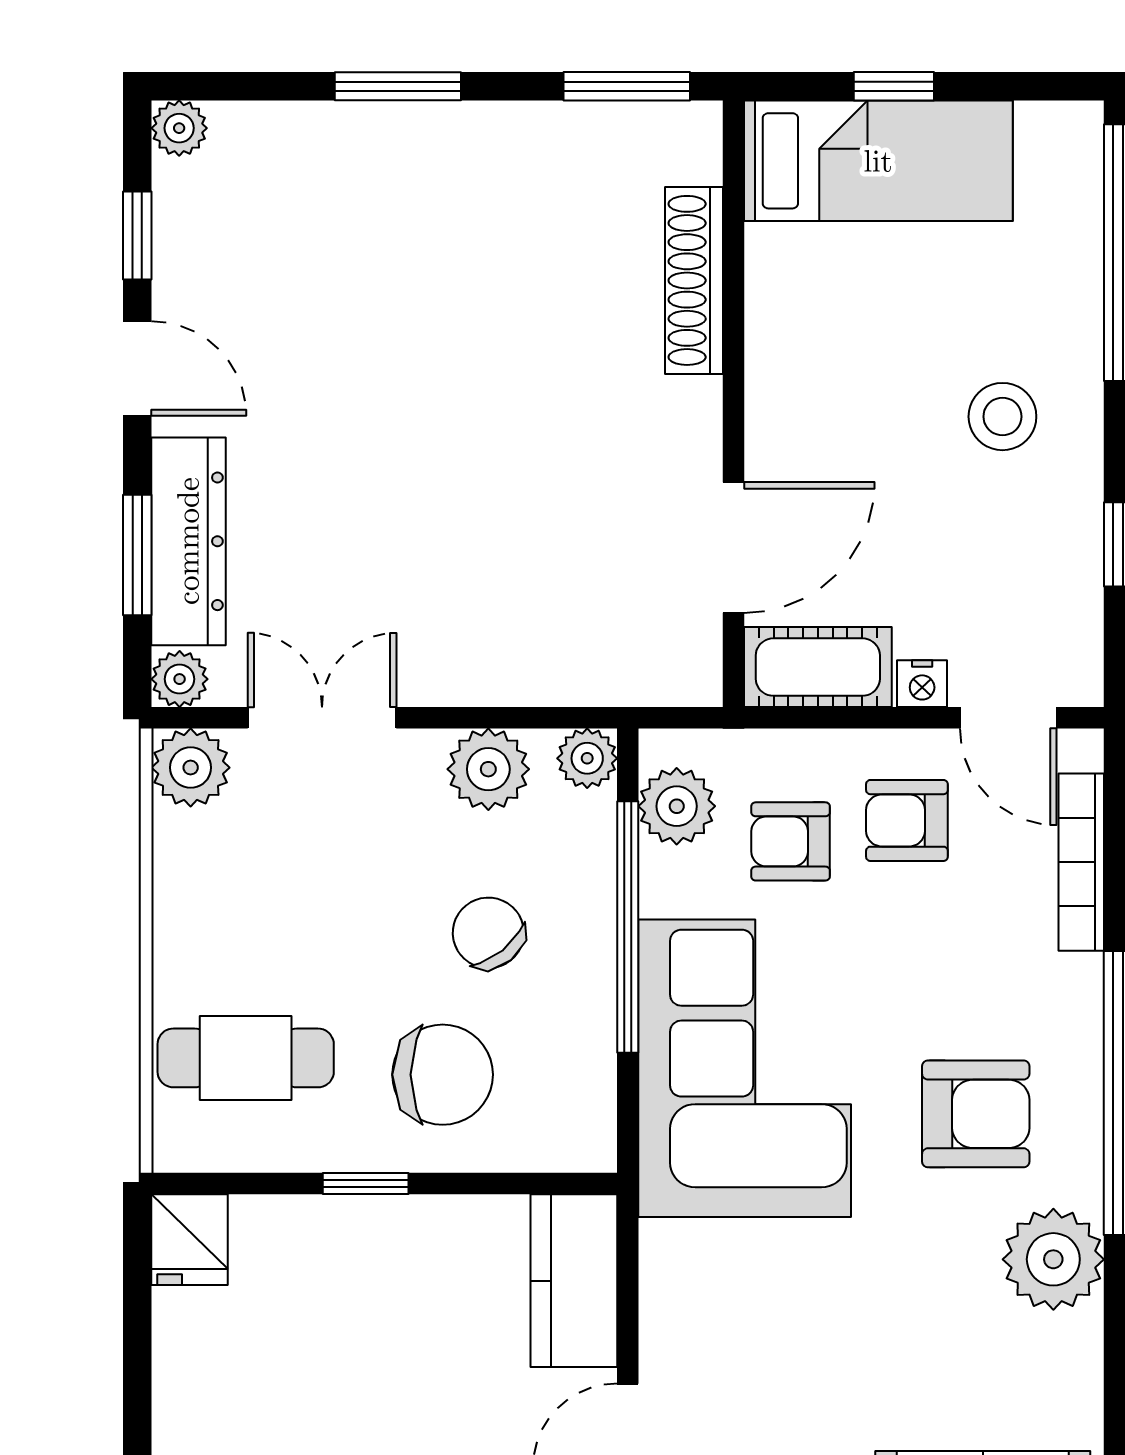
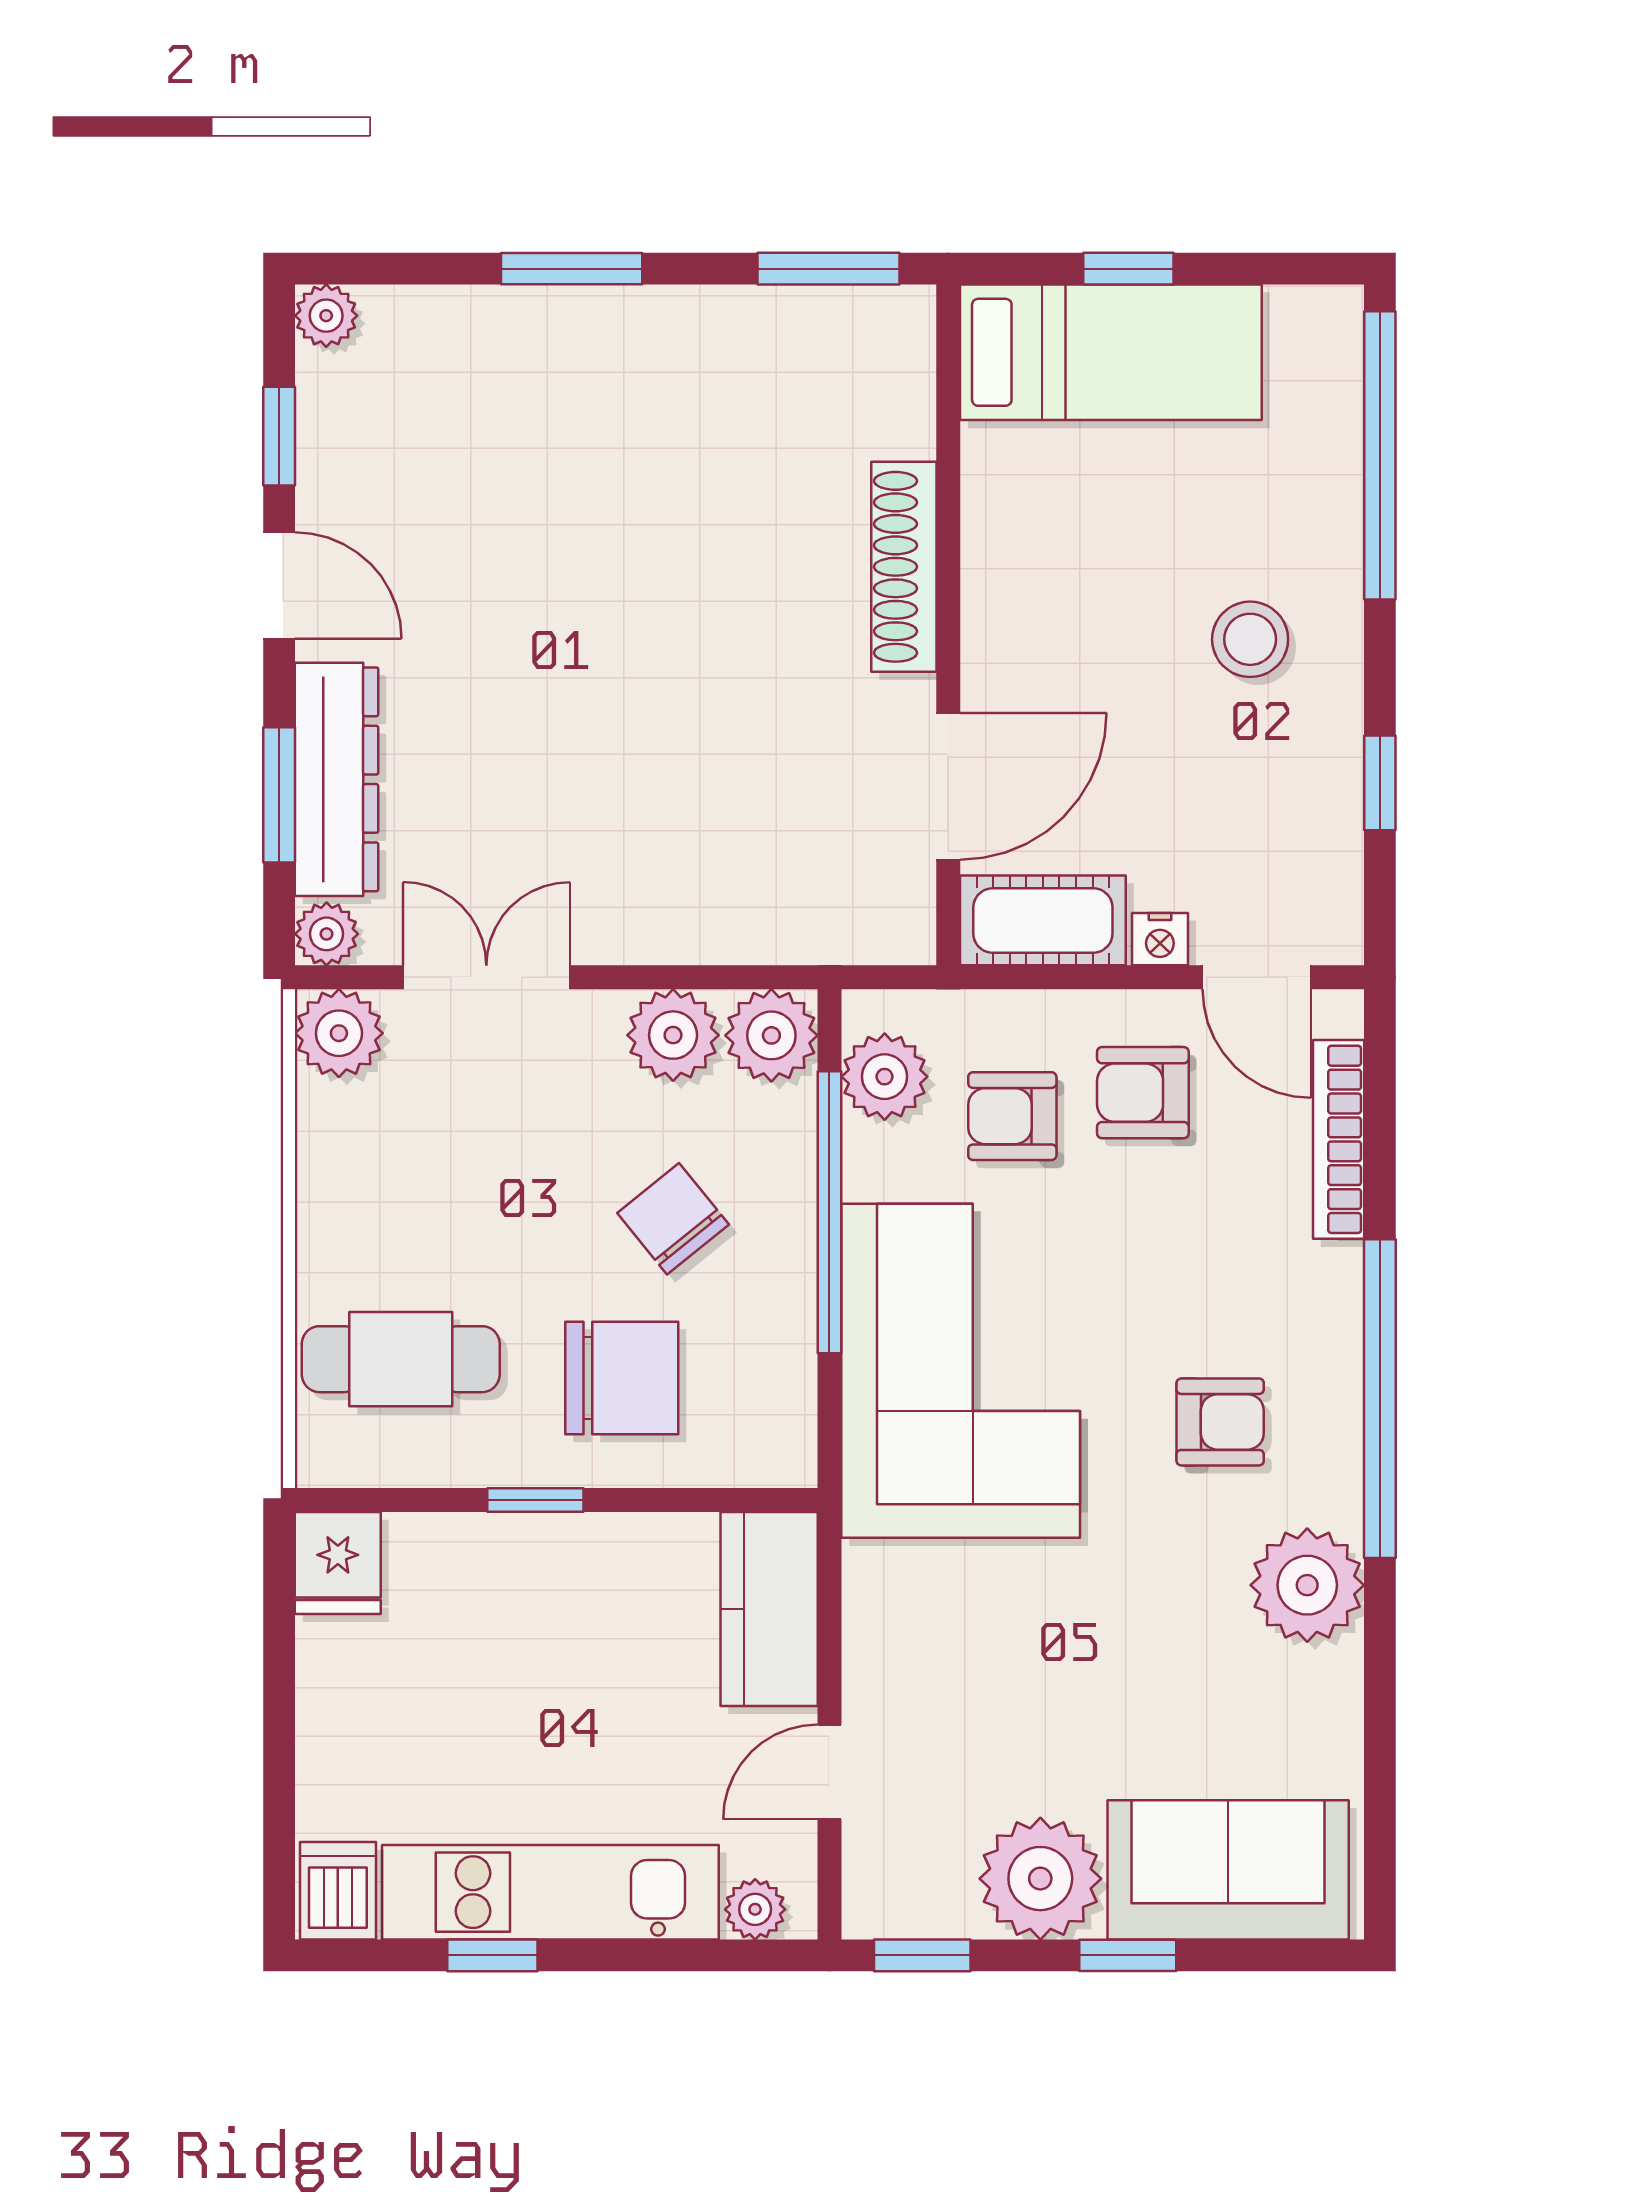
shoe rack: (694, 280) -> (904, 567), moved
plant: (587, 758) -> (771, 1035), width x1.38, depth x1.38
armchair: (976, 1114) -> (1220, 1422), width x0.72, depth x0.72

